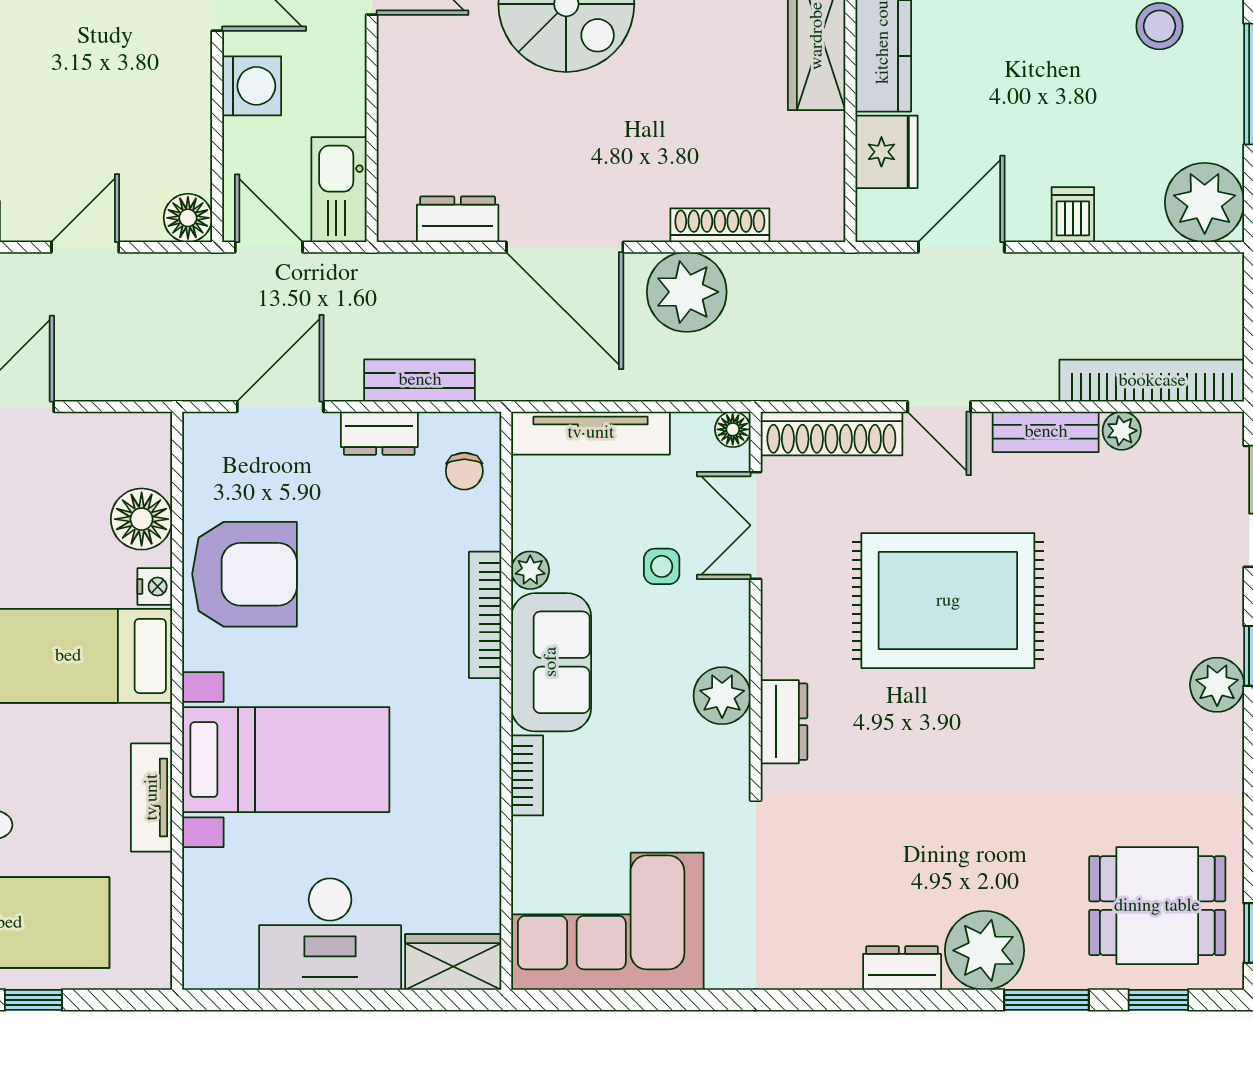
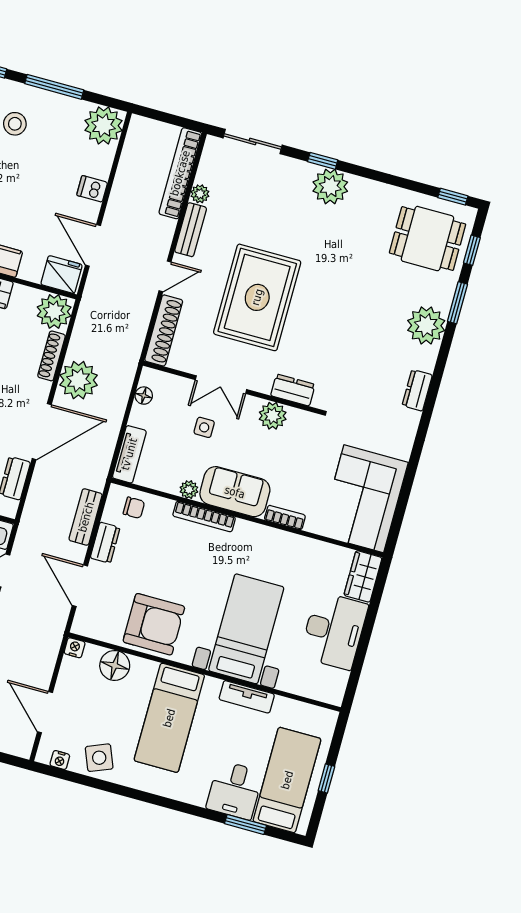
fridge: (886, 152) -> (62, 275), moved
plant: (809, 206) -> (54, 311), added
floor lamp: (733, 429) -> (144, 396), moved
tv unit: (591, 433) -> (129, 454), width x0.71
double door: (756, 525) -> (221, 385), moved
armchair: (245, 574) -> (154, 624), turned 90
nightstand: (155, 586) -> (75, 648), moved
plant: (1217, 685) -> (330, 187), width x1.36, depth x1.36
dining table: (1157, 906) -> (427, 239), turned 90
dresser: (902, 968) -> (417, 390), moved

